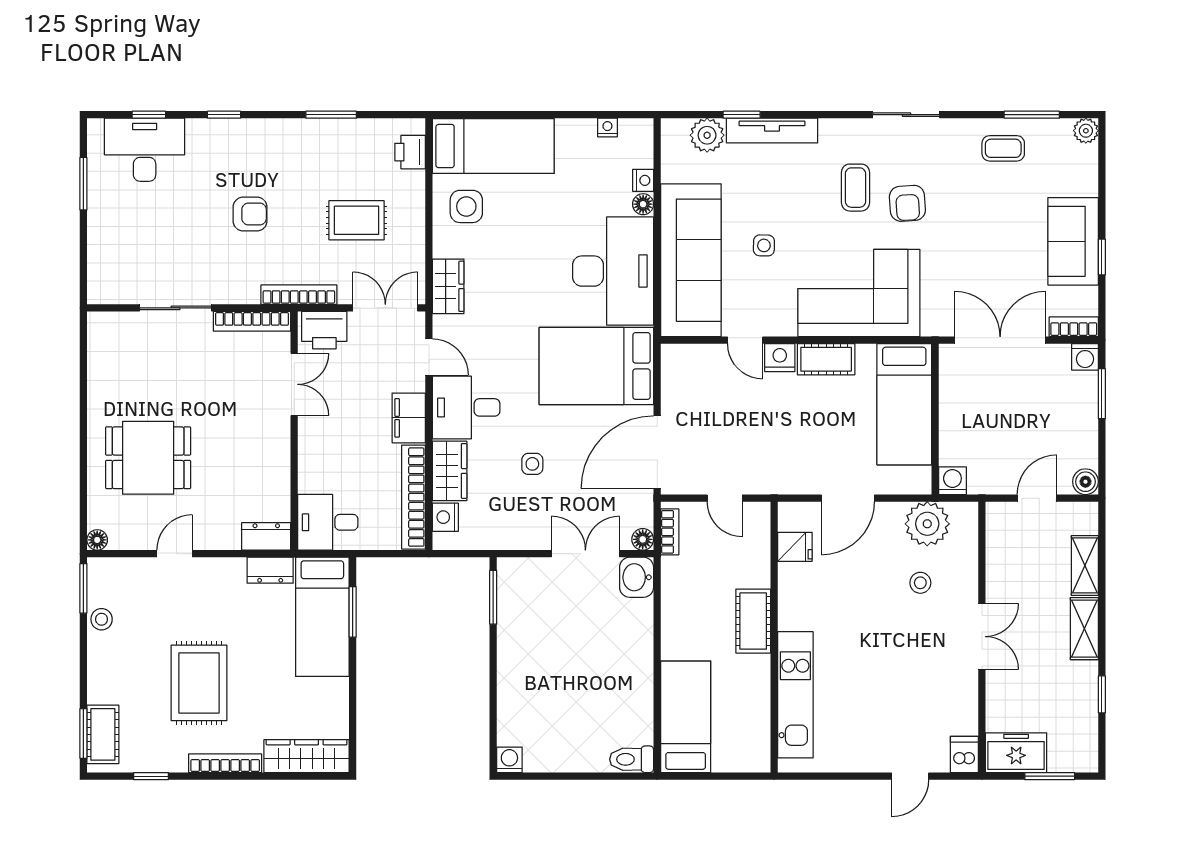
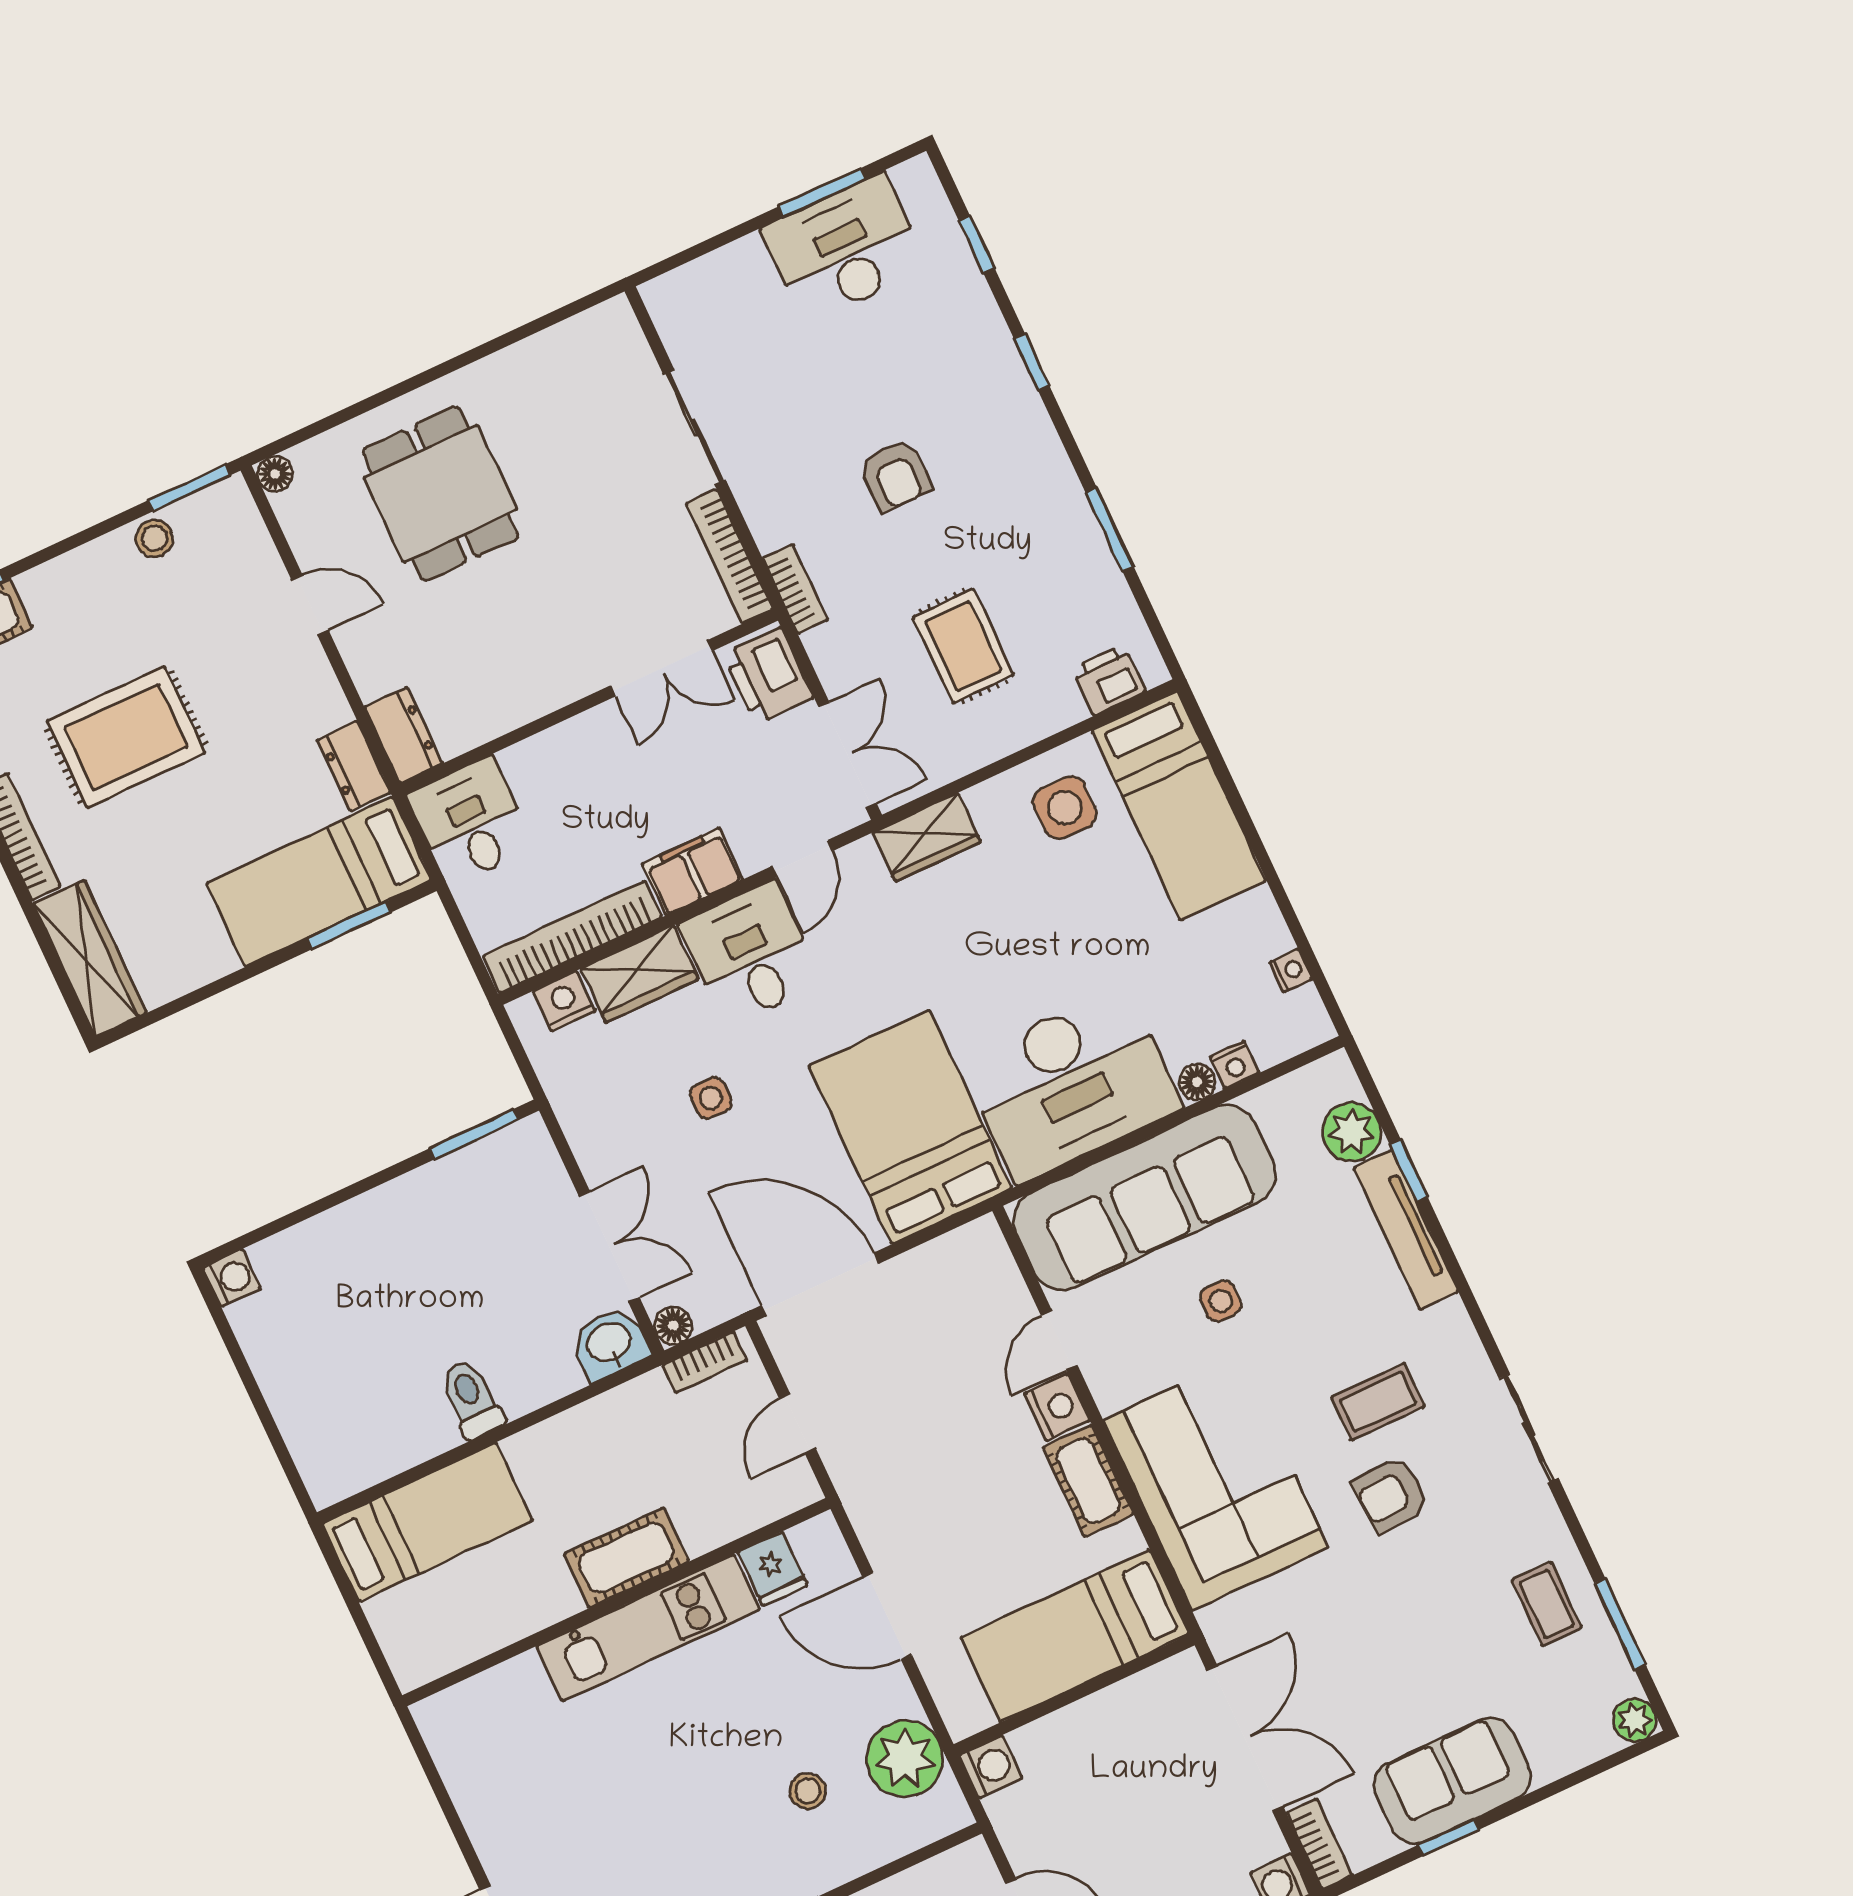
desk: (145, 150) -> (845, 249), moved, turned -90
bookcase: (299, 295) -> (795, 589), width x0.64
kitchen unit: (795, 695) -> (648, 1628), moved
toilet: (632, 759) -> (471, 1399), moved

